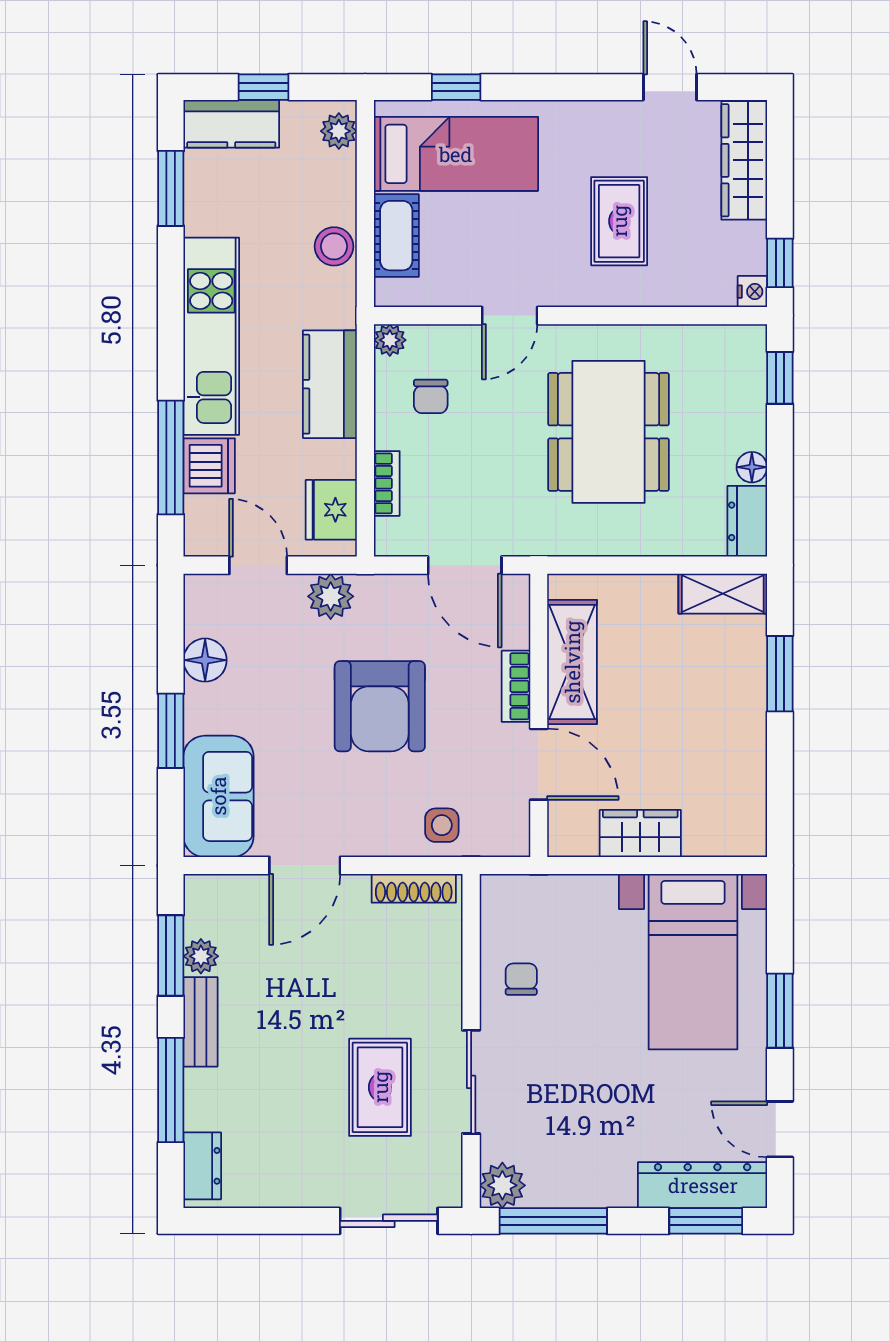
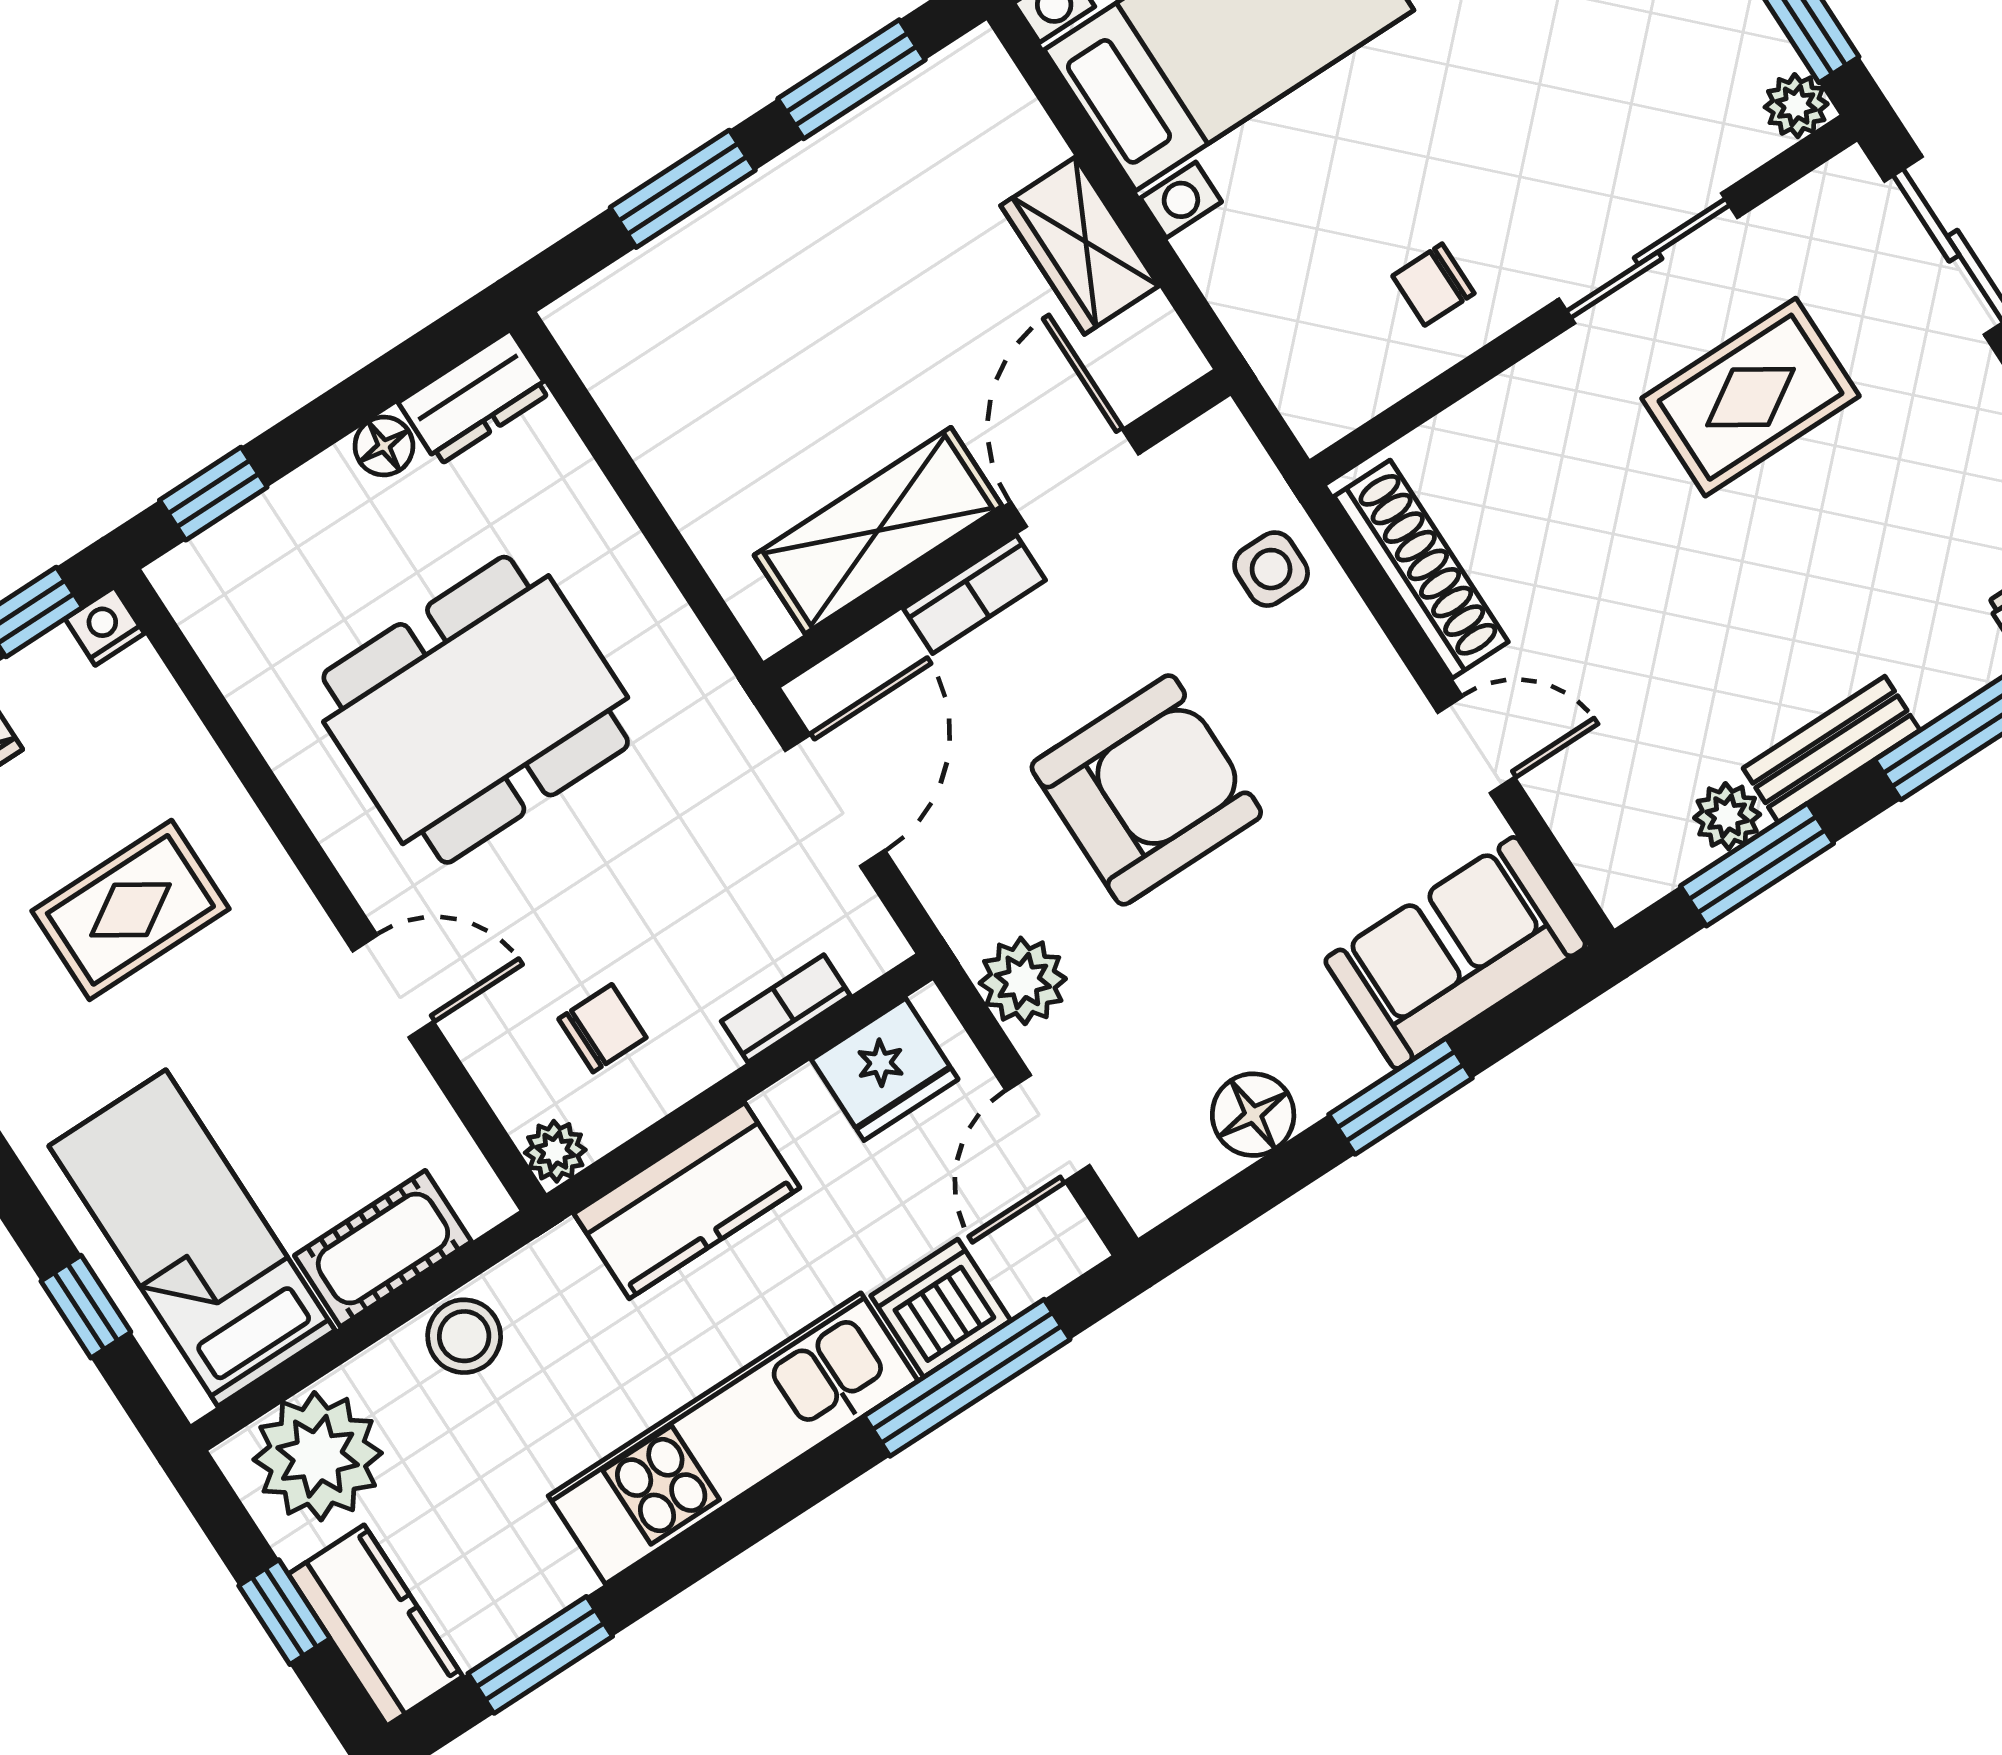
plant: (339, 131) -> (318, 1456), width x1.88, depth x1.88
shelving: (723, 594) -> (614, 362), removed
window: (780, 780) -> (851, 79), added
door: (305, 865) -> (1476, 745), width x0.73
shoe rack: (414, 888) -> (1421, 569), width x1.36, depth x1.24
plant: (502, 1185) -> (1796, 106), width x0.73, depth x0.73

